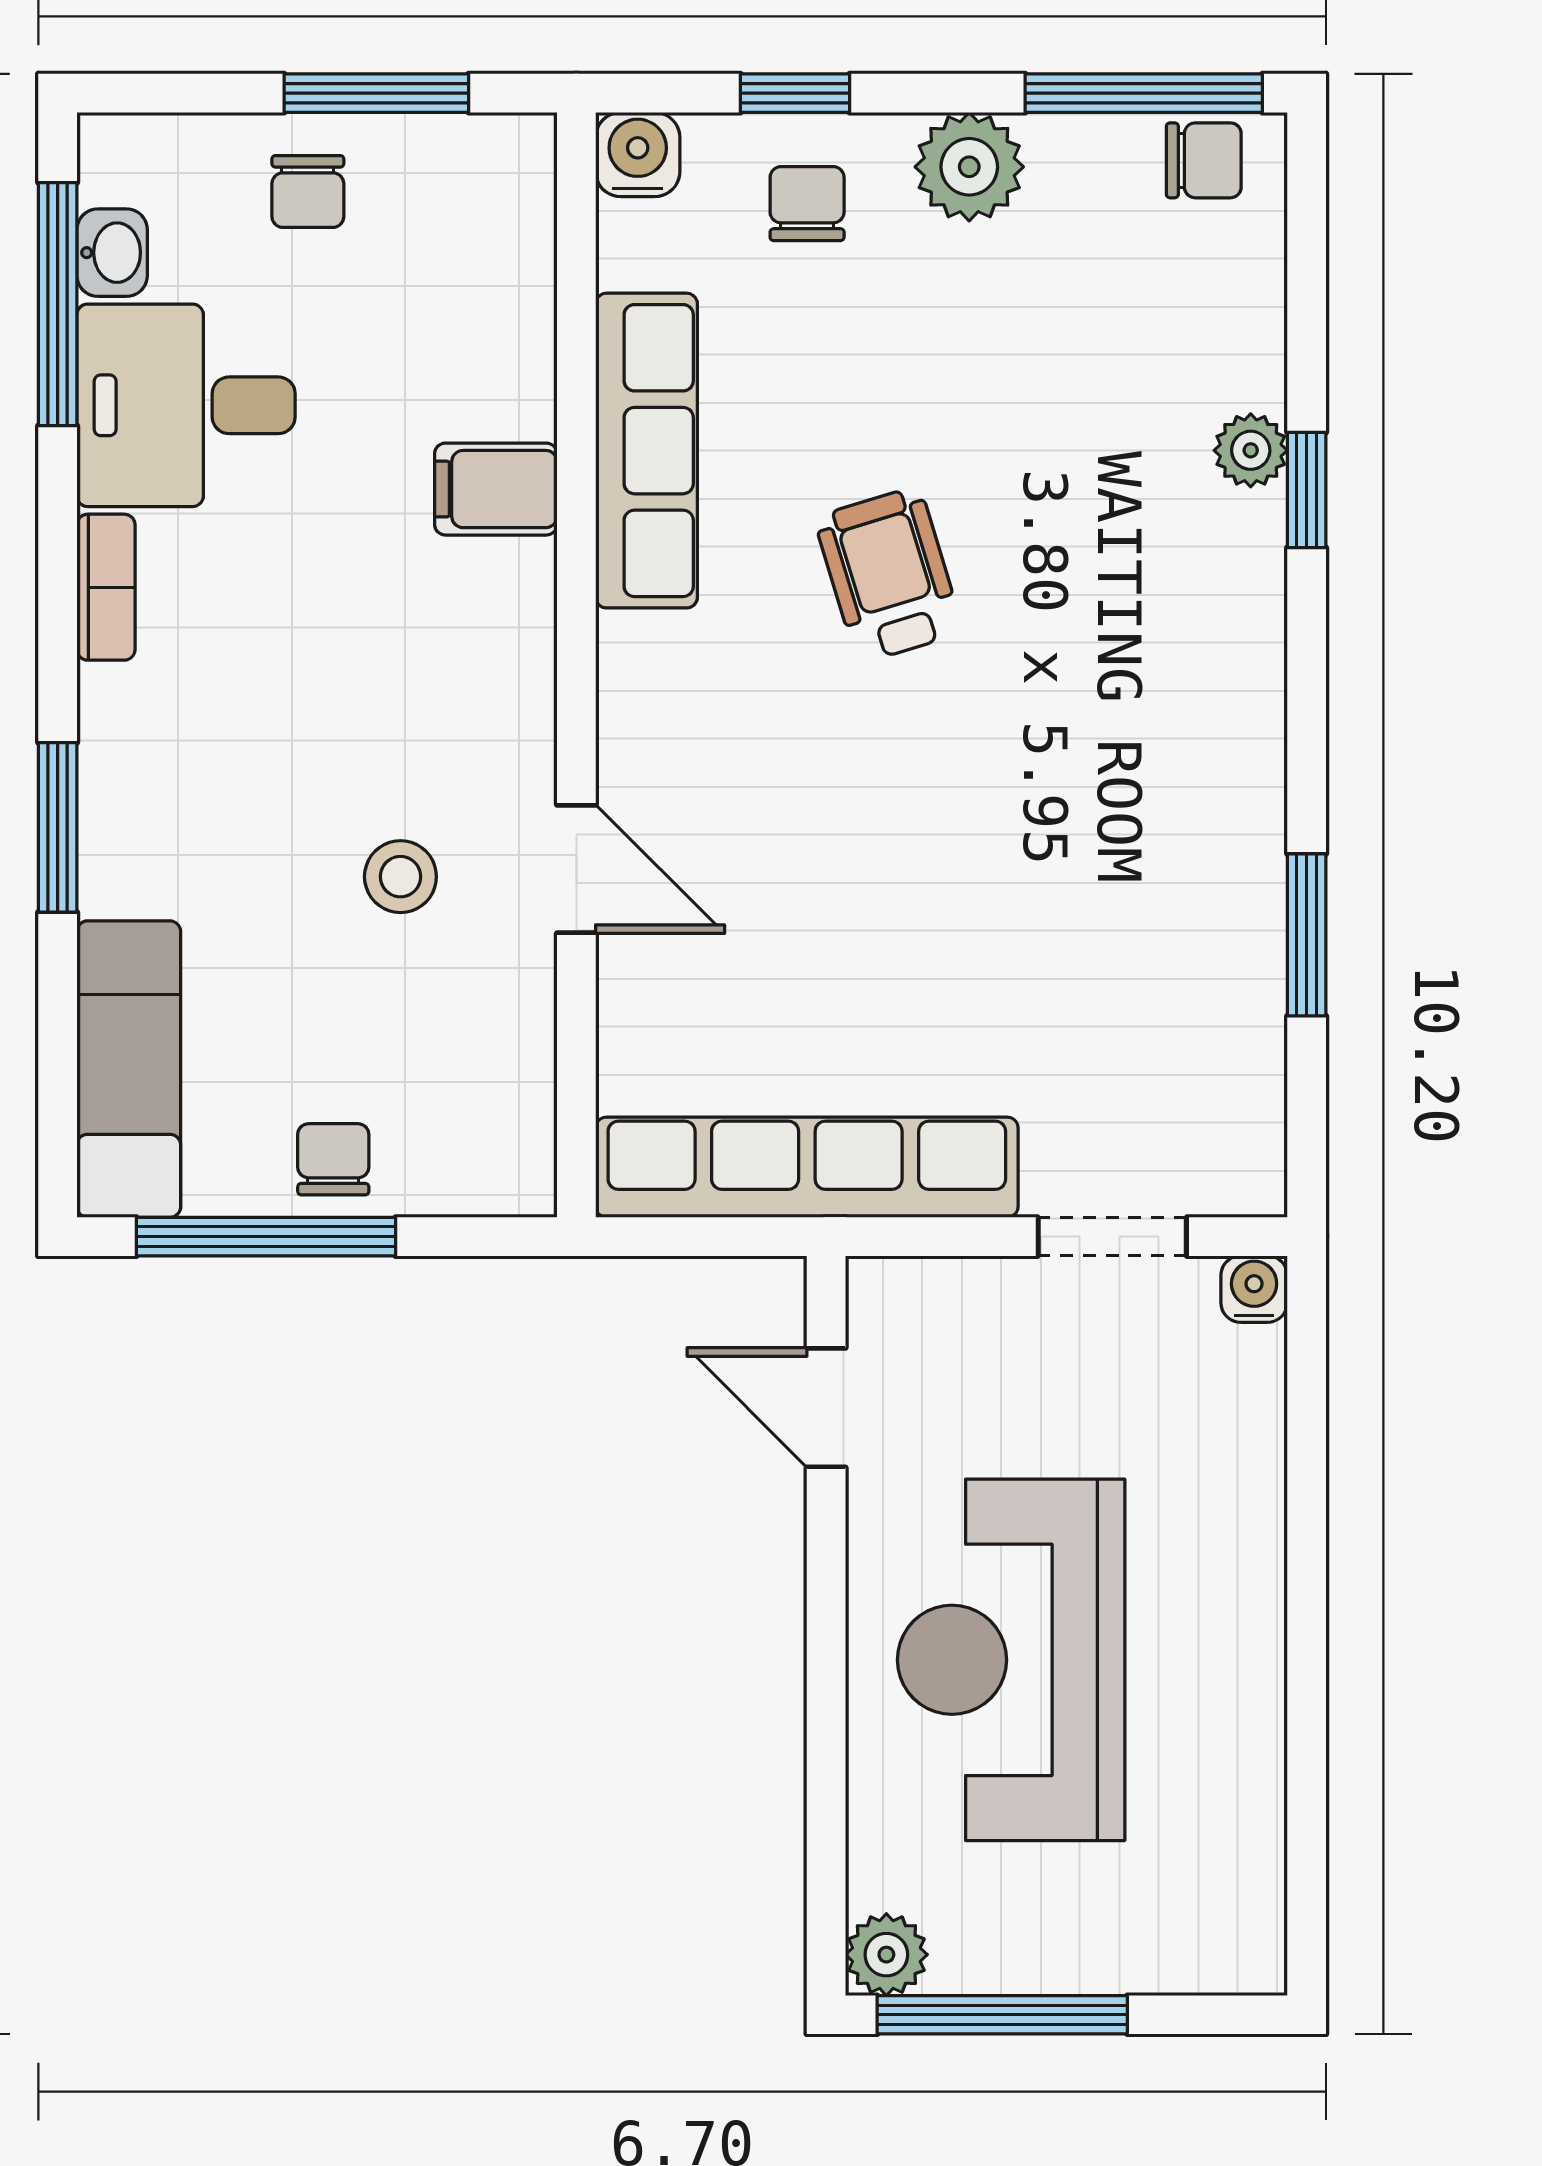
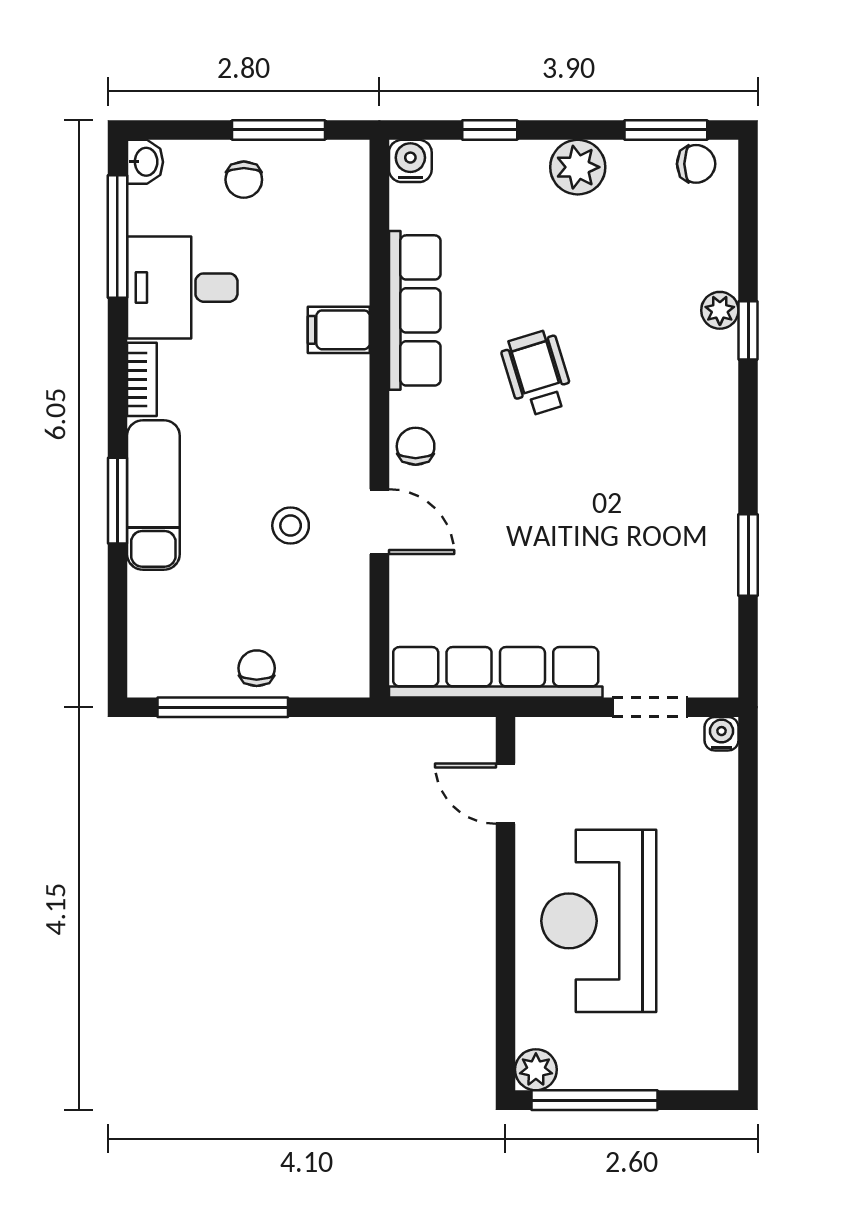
window: (1144, 93) -> (666, 130), width x0.69
chair: (807, 204) -> (416, 446), moved
washbasin: (112, 253) -> (145, 162), moved
exam couch: (129, 1069) -> (153, 495), moved

